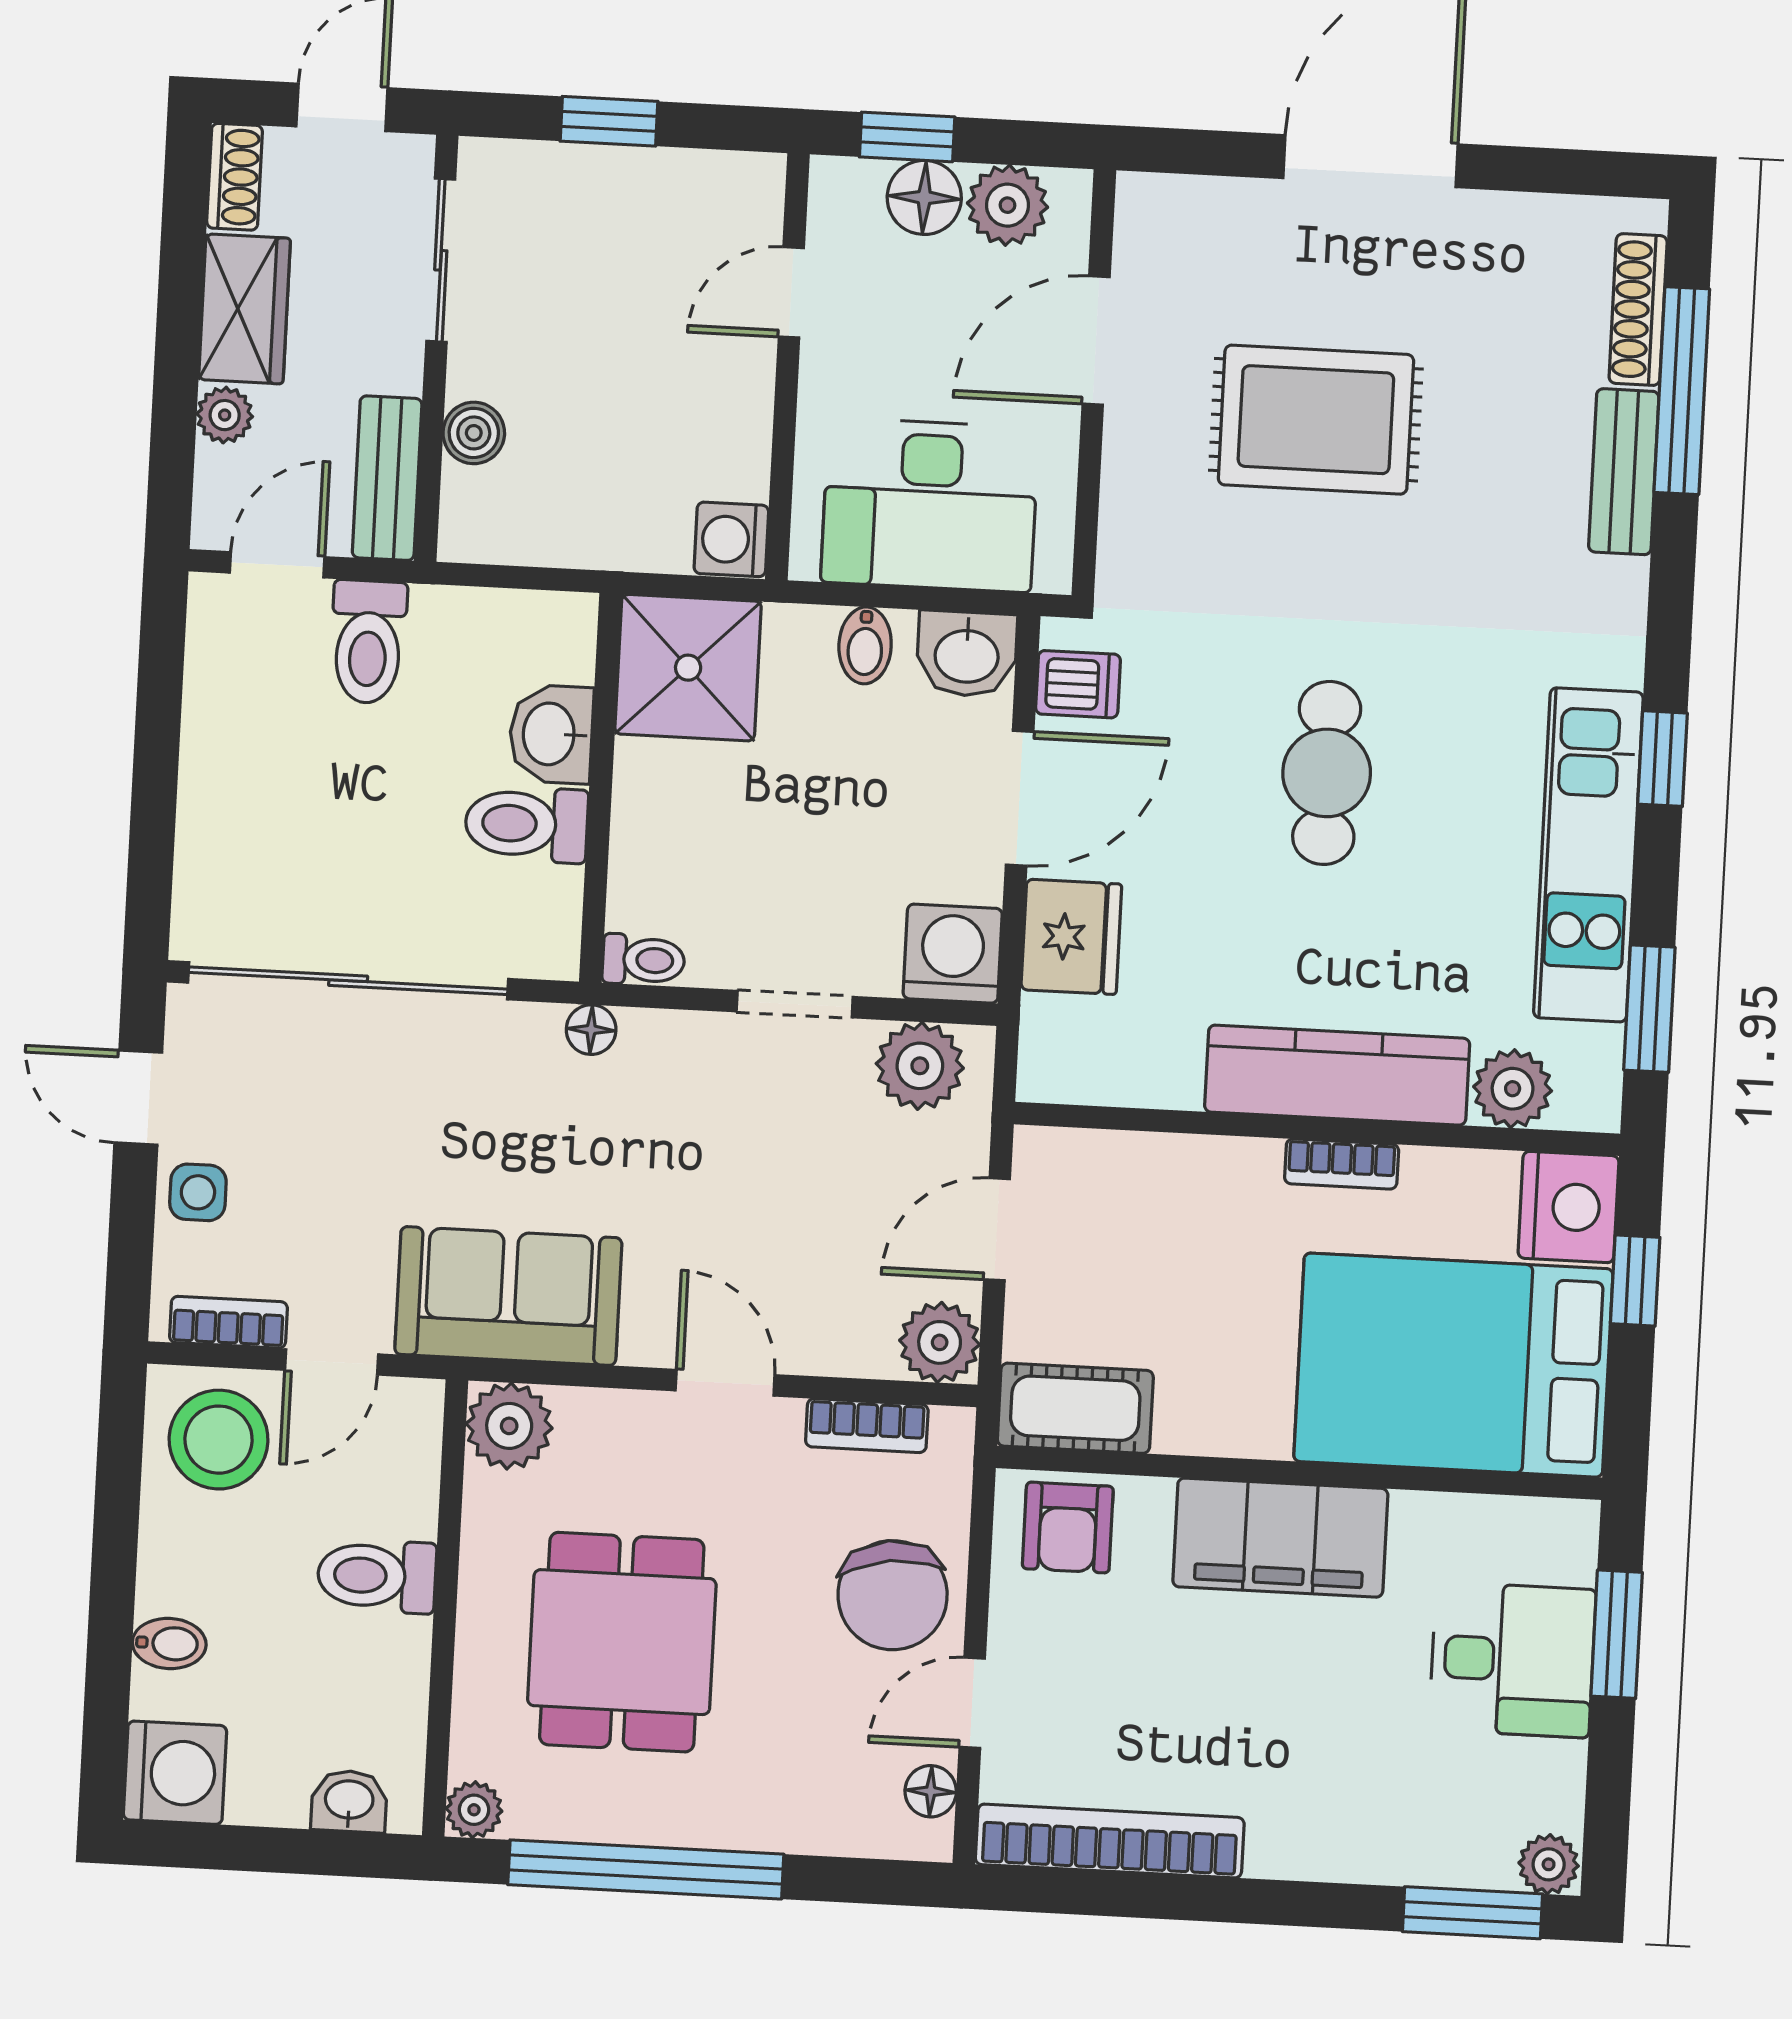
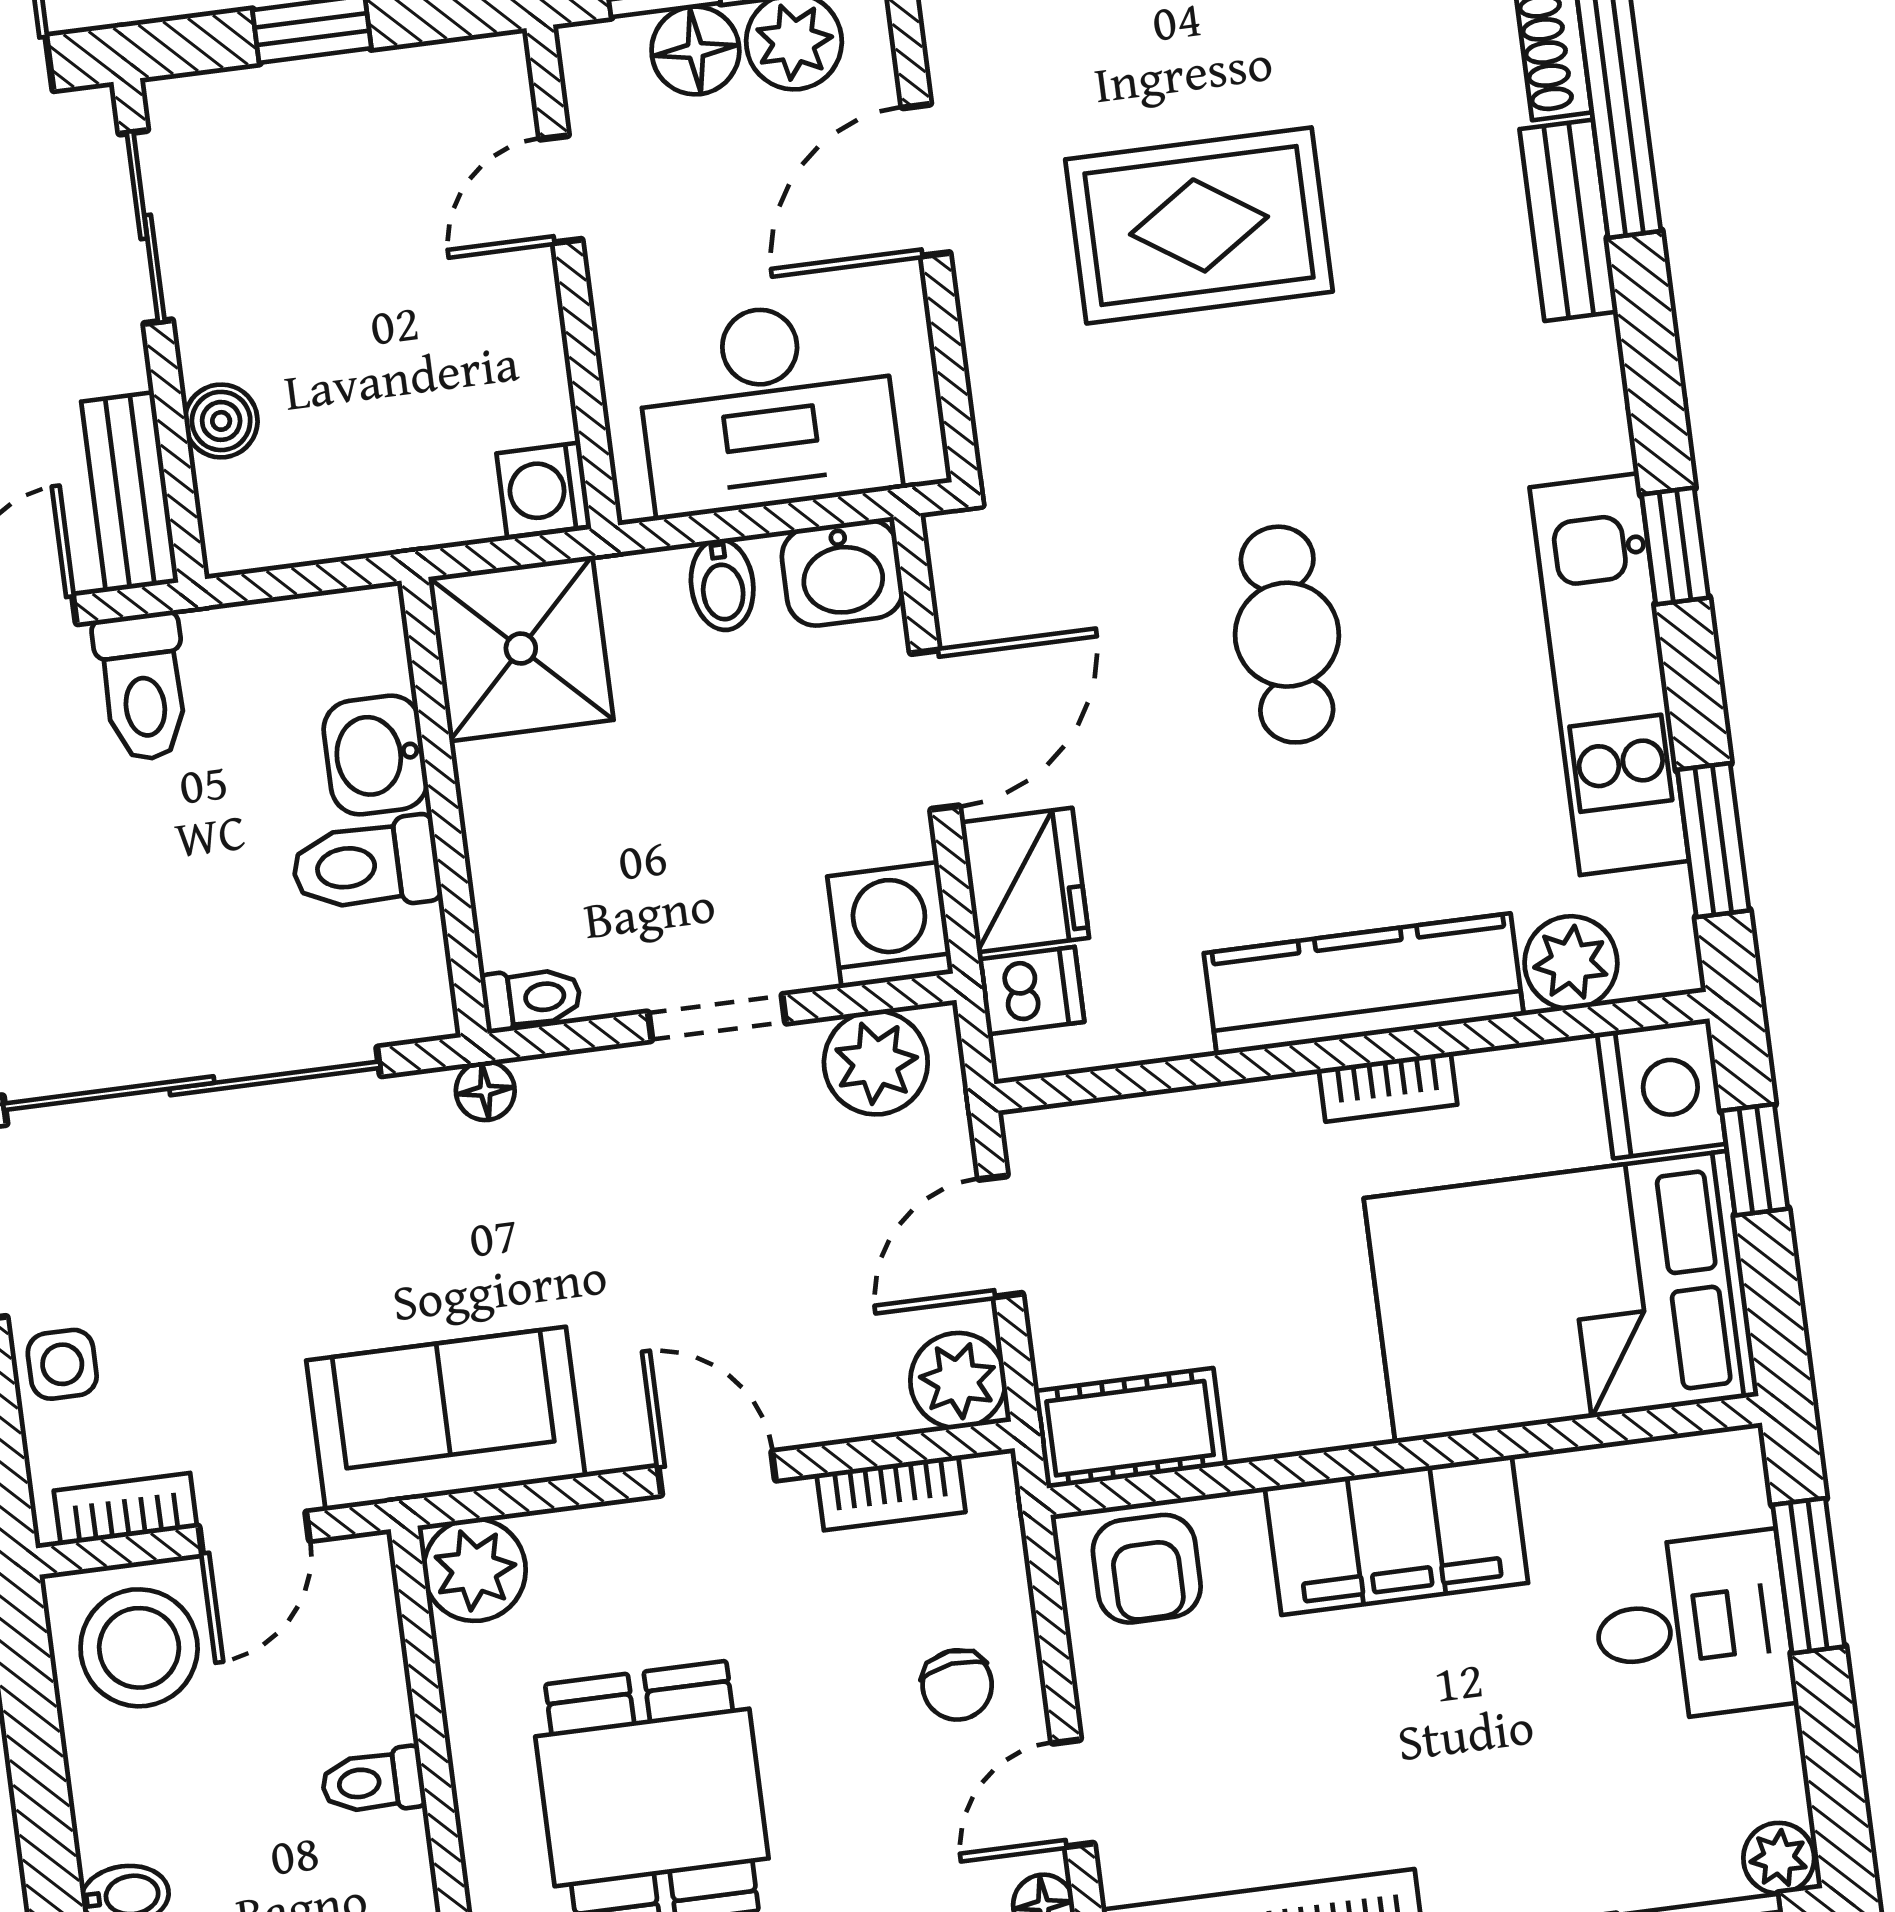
dishwasher: (1078, 684) -> (1031, 991), moved
toilet: (377, 1576) -> (373, 1782), width x0.73, depth x0.72
chair: (893, 1595) -> (957, 1685), width x0.54, depth x0.54

